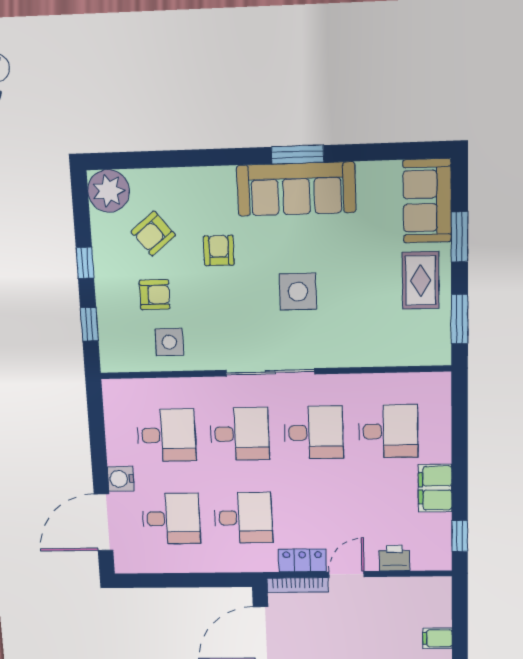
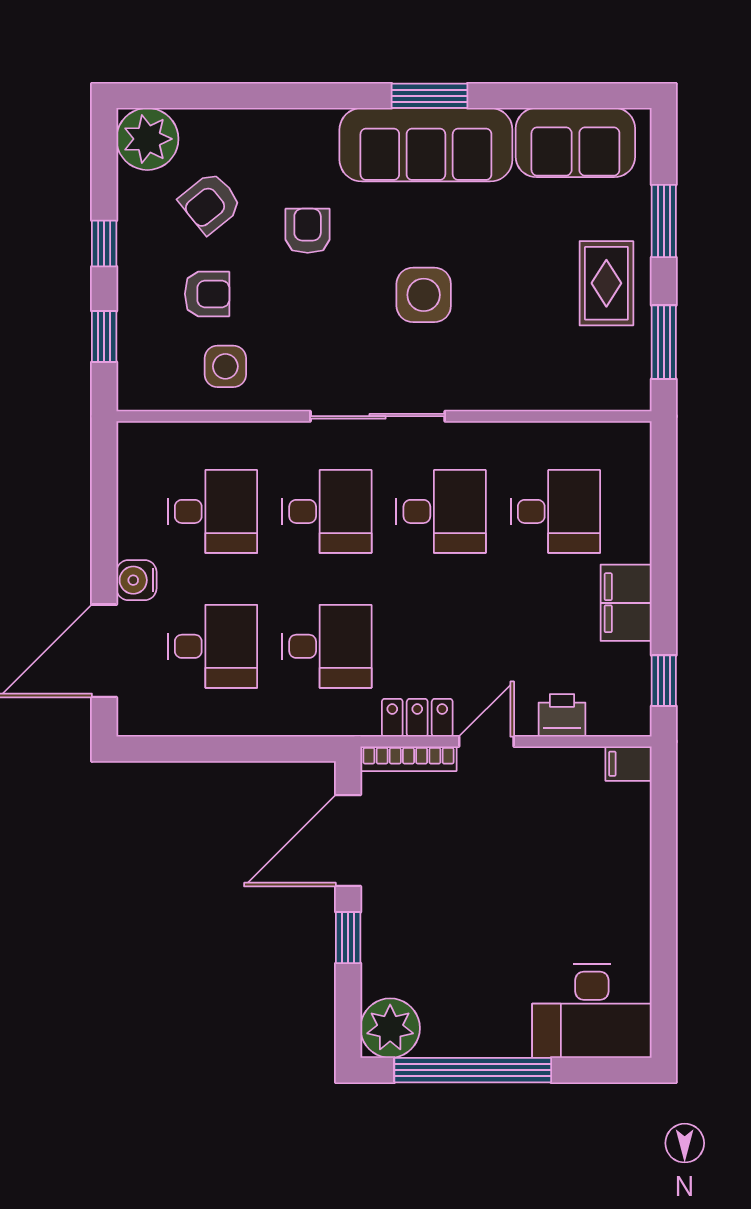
sofa: (427, 201) -> (575, 143), moved, turned -90
filing cabinet: (437, 638) -> (628, 764), moved

